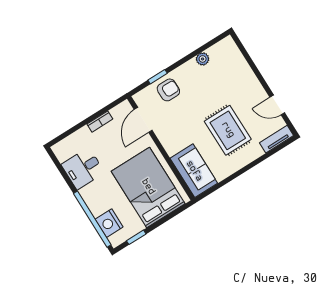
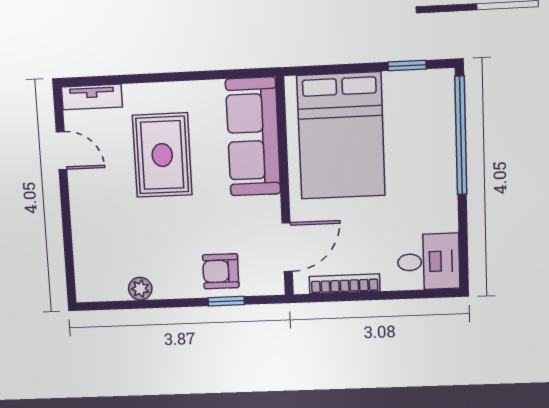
bookcase: (100, 122) -> (345, 284), width x1.56
desk: (83, 169) -> (429, 262), moved
sofa: (194, 171) -> (253, 137), width x1.36
nightstand: (109, 223) -> (437, 114), removed

